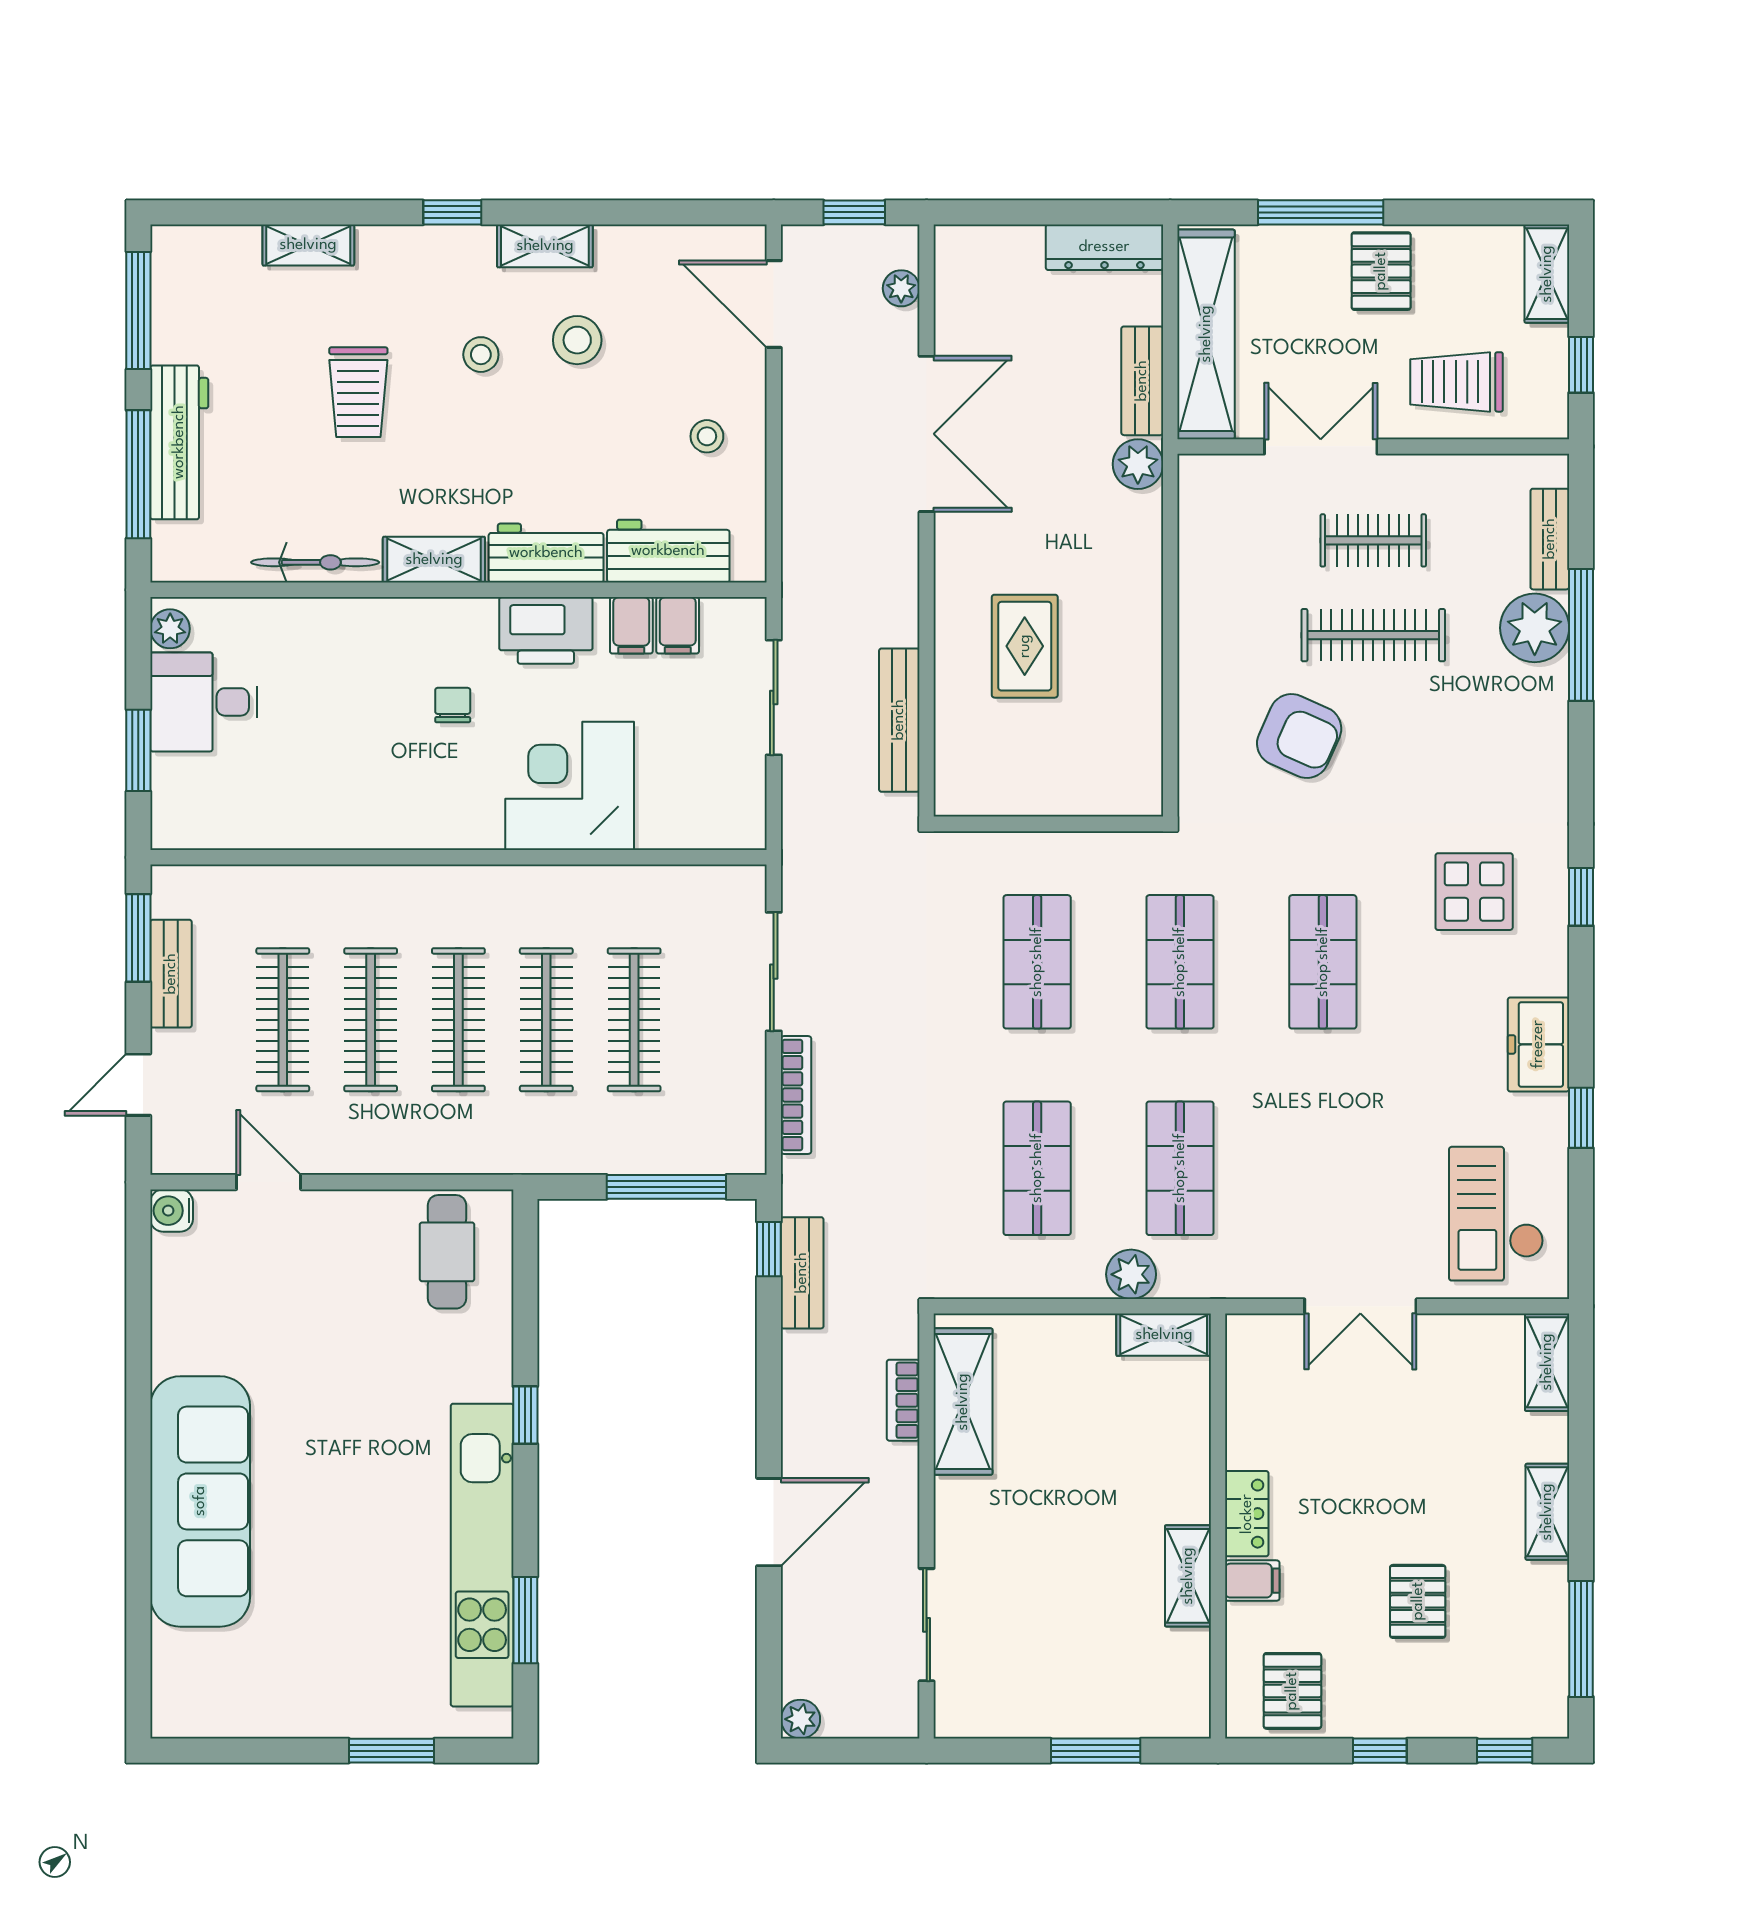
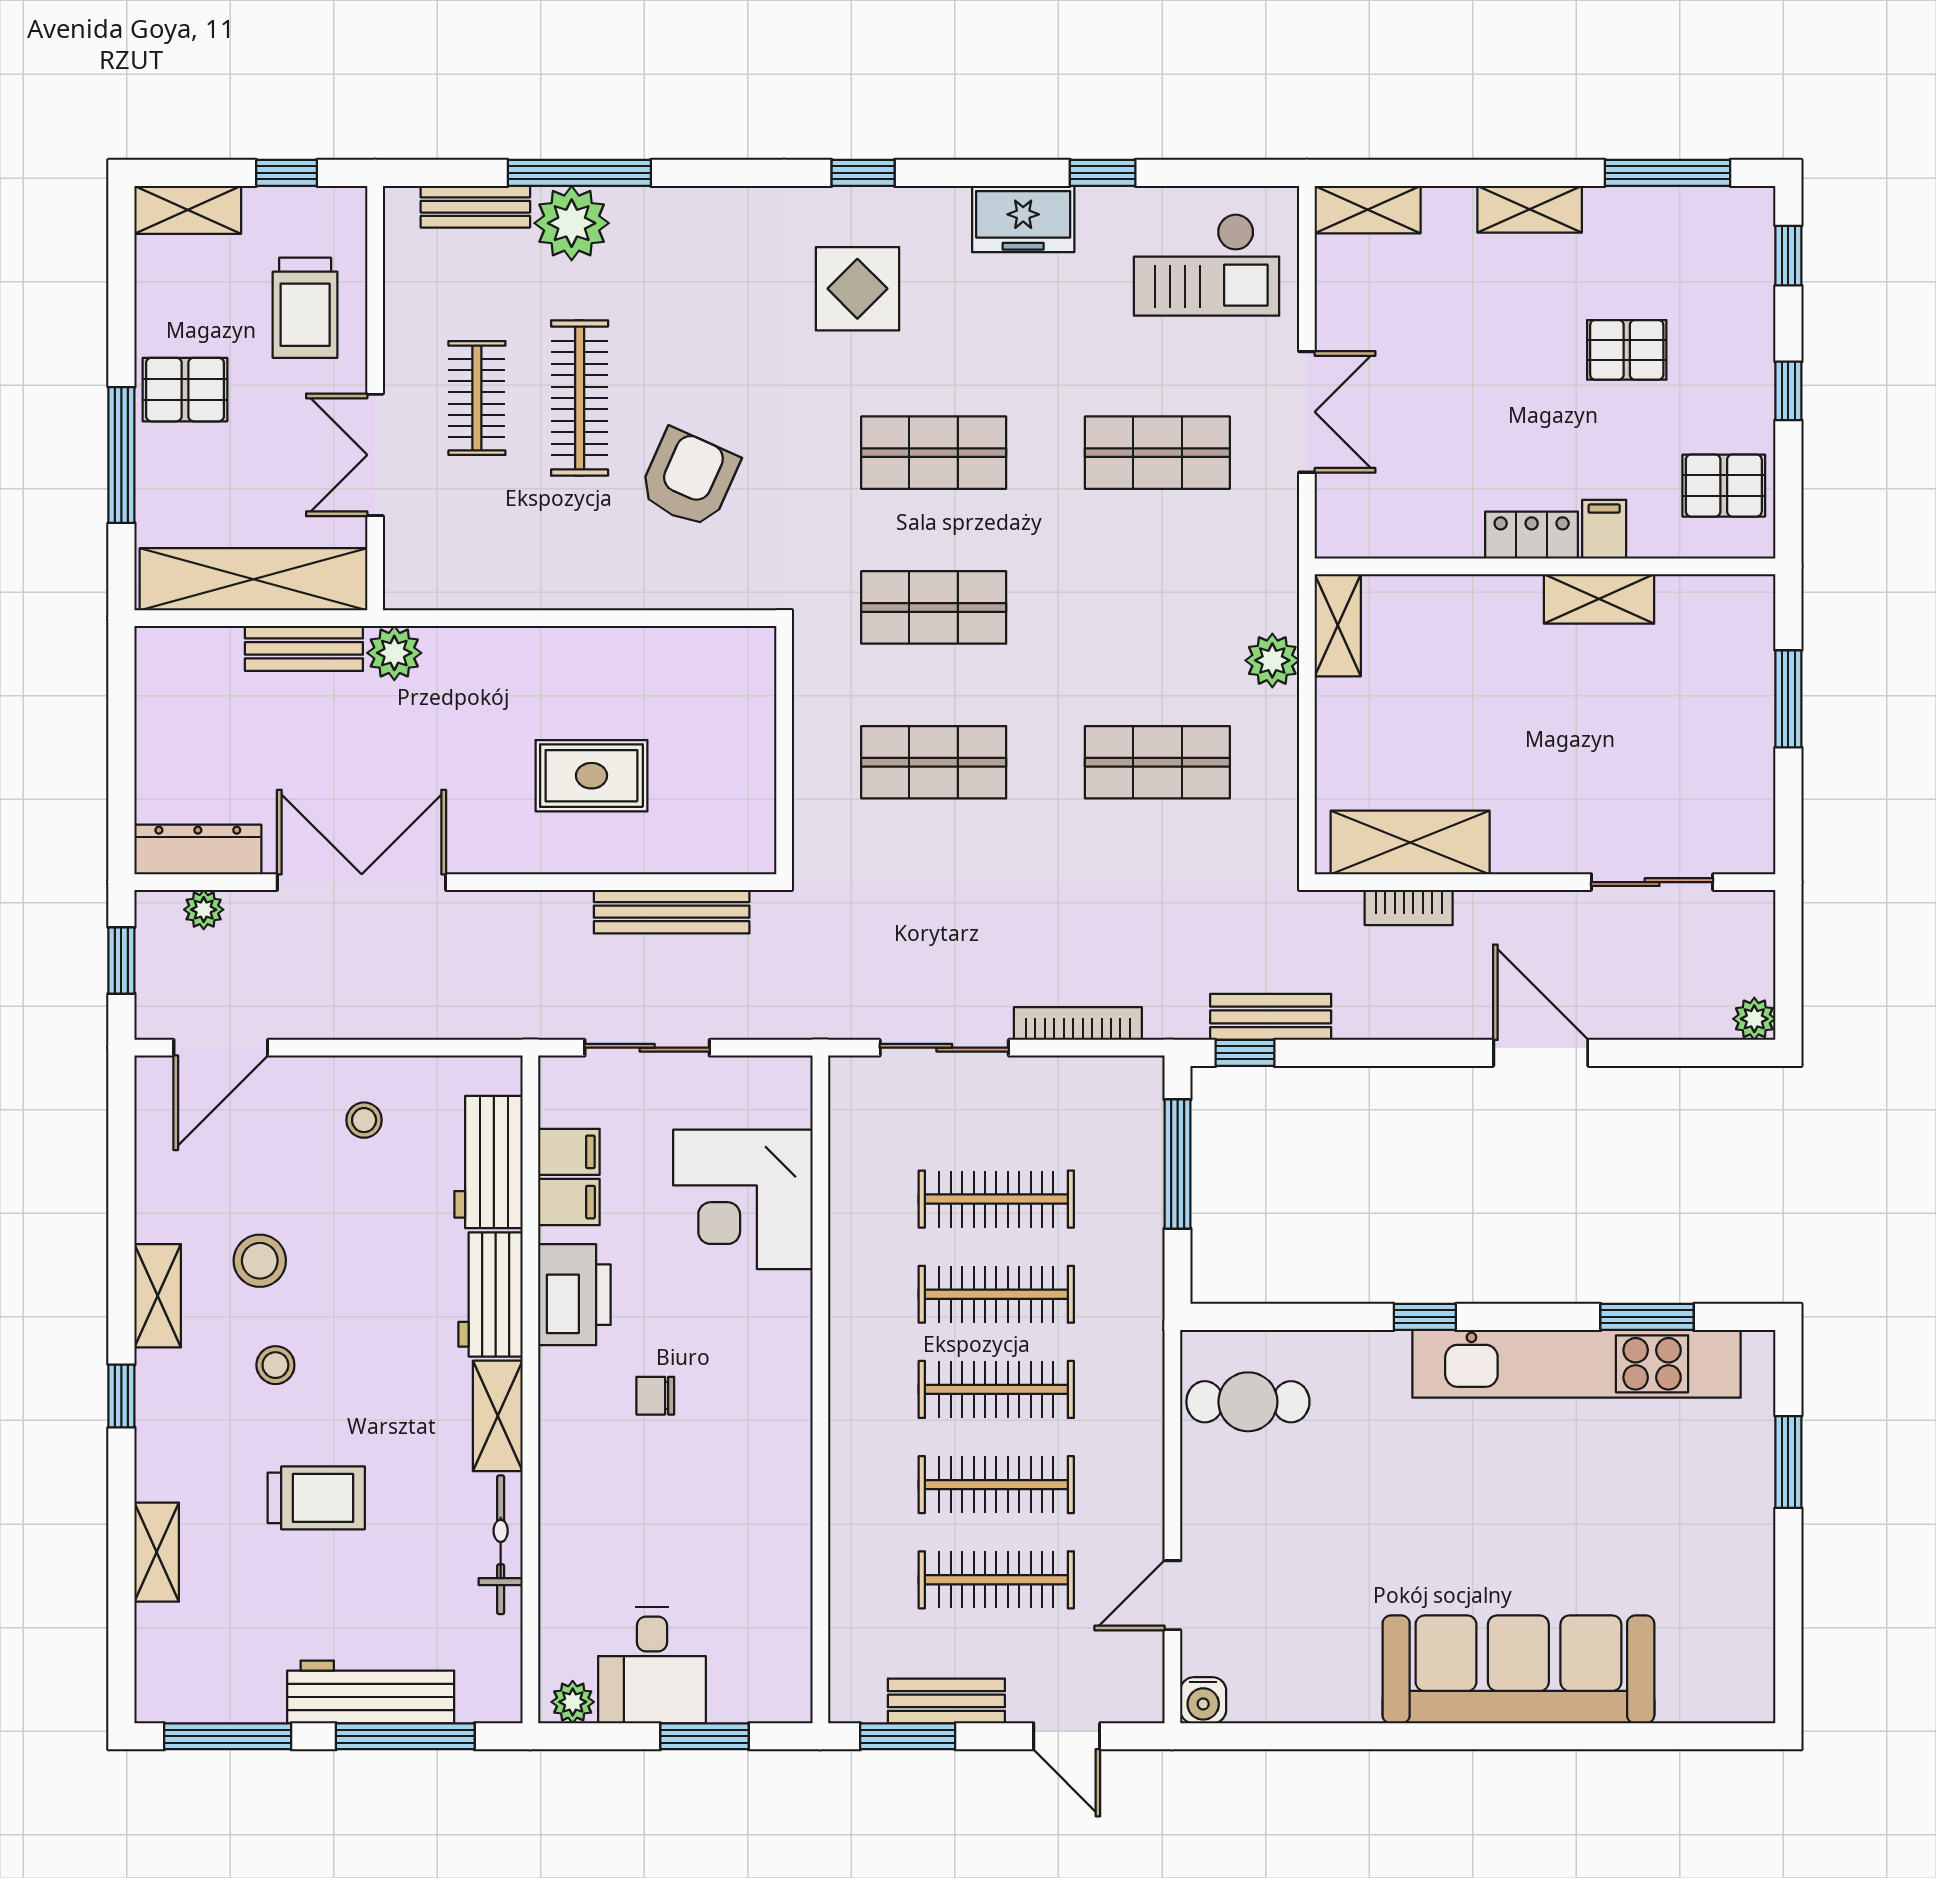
dresser: (1104, 247) -> (198, 849), moved, turned -90
corner desk: (570, 786) -> (743, 1199), moved
shop shelf: (1180, 1168) -> (1157, 453), moved

